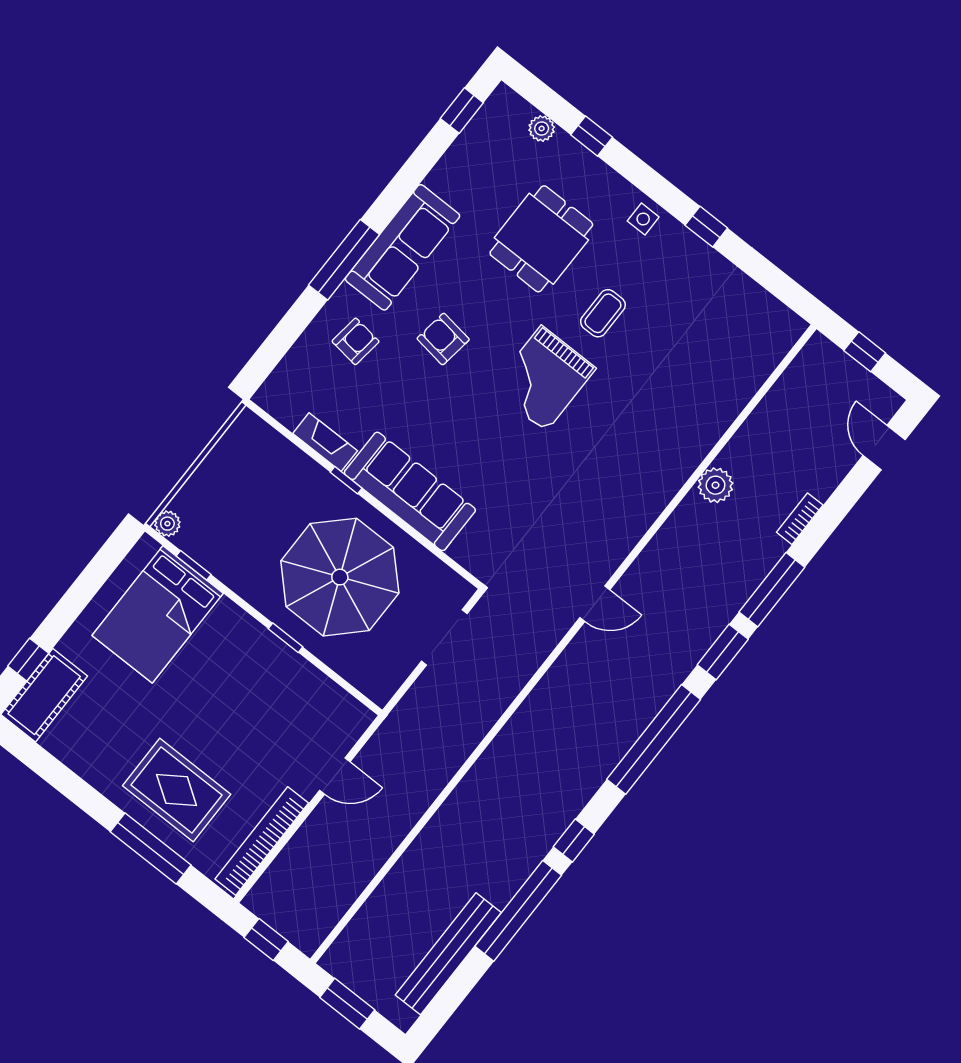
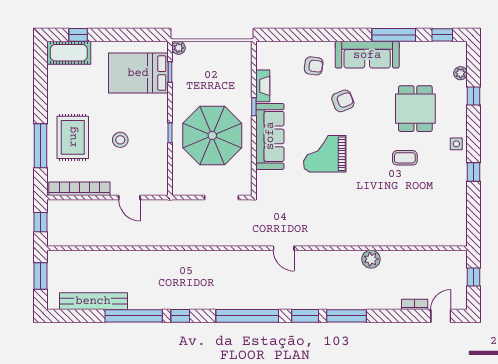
dining table: (541, 239) -> (415, 109), turned 90
window: (344, 260) -> (394, 35), moved
armchair: (443, 339) -> (343, 101), turned 60
grand piano: (544, 378) -> (325, 154), moved
bookcase: (800, 519) -> (415, 304), moved
stool: (237, 721) -> (120, 140), added

